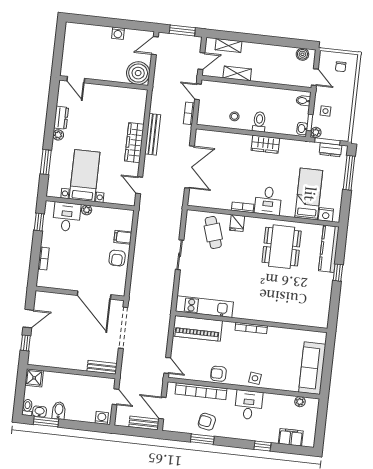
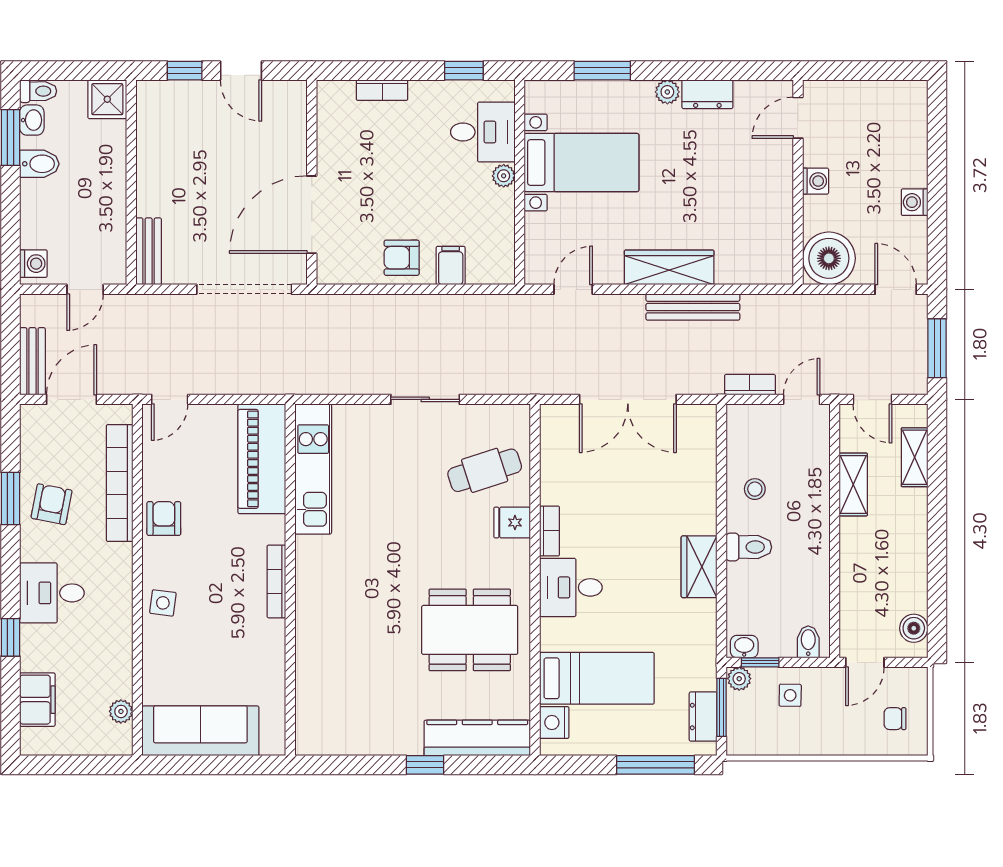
washing machine: (104, 75) -> (816, 181), added
desk: (249, 405) -> (52, 593), moved, turned 180

